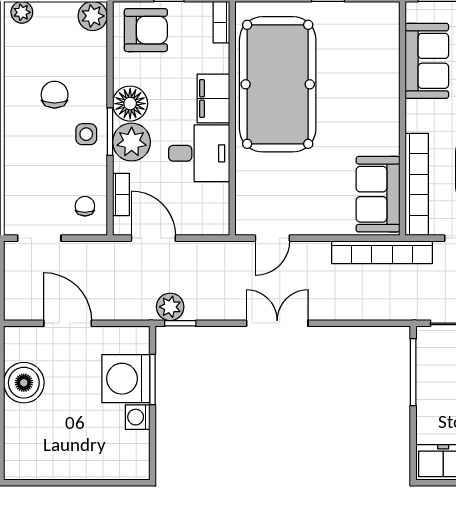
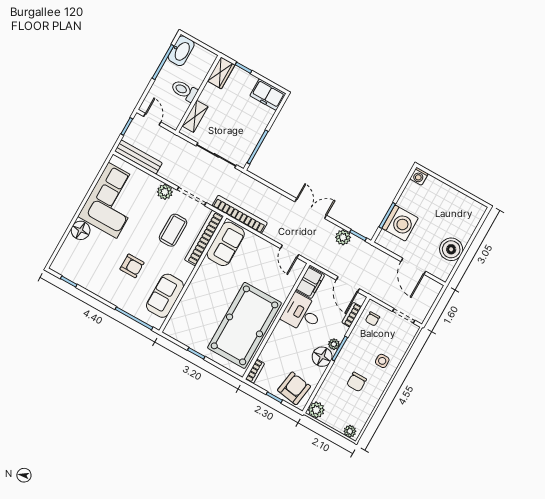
armchair: (146, 30) -> (294, 388), turned 99
filing cabinet: (213, 98) -> (310, 282), moved
side table: (86, 134) -> (382, 361), moved
plant: (132, 142) -> (334, 344), width x0.53, depth x0.53
door: (272, 238) -> (290, 252), swing flipped
plant: (170, 307) -> (343, 237), moved
double door: (277, 323) -> (311, 209), swing flipped
washing machine: (138, 417) -> (419, 176), moved, turned 90

